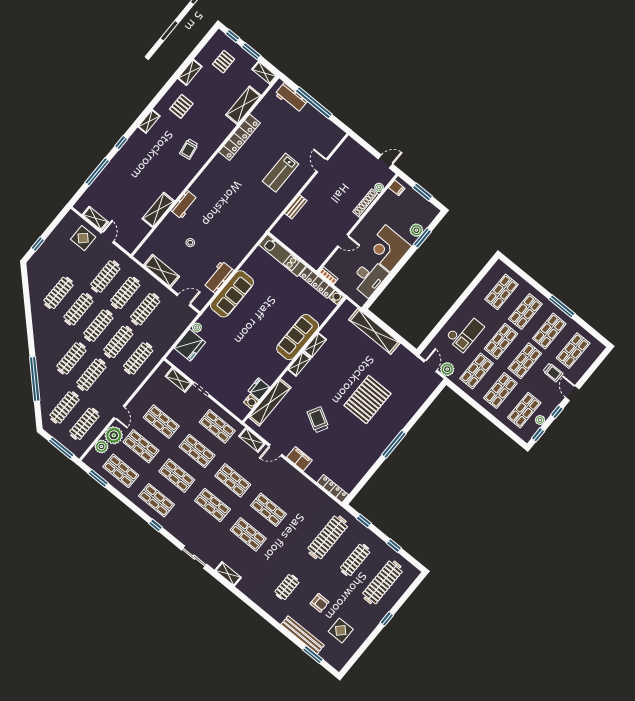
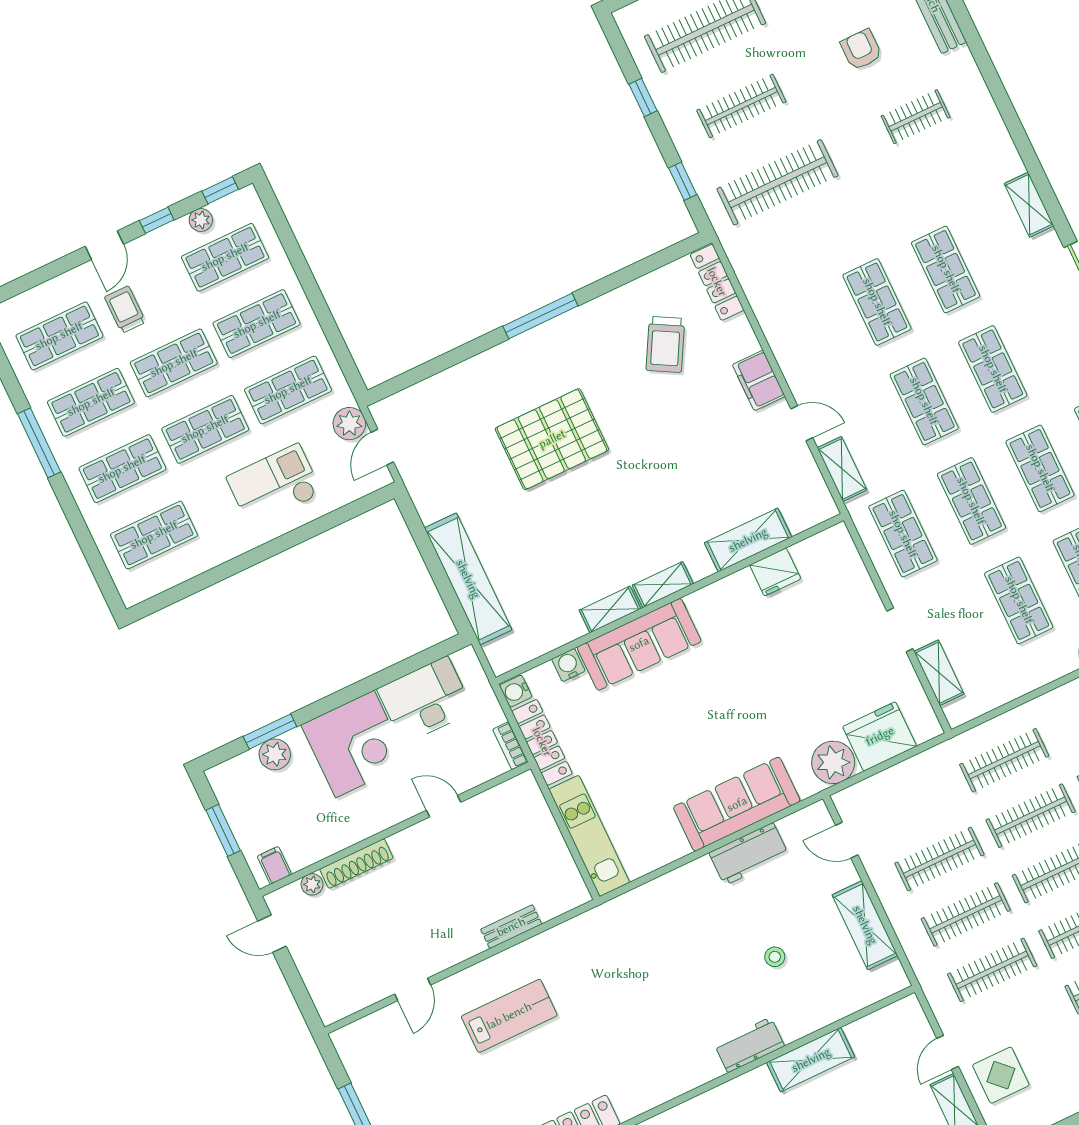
plant: (197, 328) -> (833, 762), width x1.87, depth x1.87
water cooler: (251, 402) -> (568, 665), moved
shelving: (270, 402) -> (748, 540), width x0.68
trolley: (318, 420) -> (665, 344), moved

